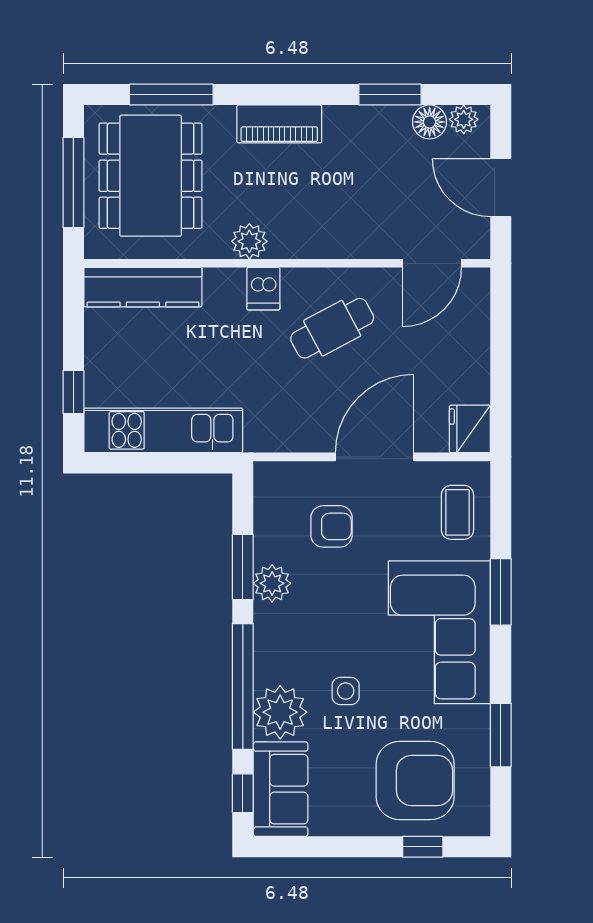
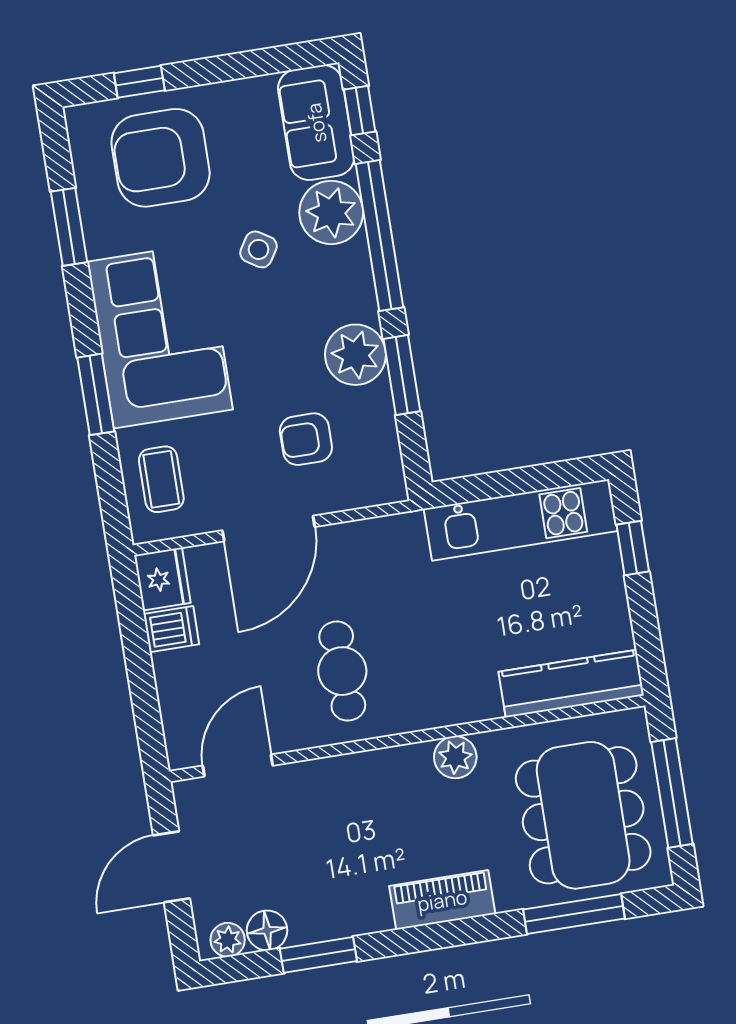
door: (501, 188) -> (171, 867), swing flipped
dishwasher: (263, 289) -> (171, 629), moved, turned 90
cafe table: (332, 328) -> (342, 671), turned -63
plant: (272, 583) -> (355, 355), width x1.36, depth x1.36
side table: (346, 691) -> (259, 249), turned 32

